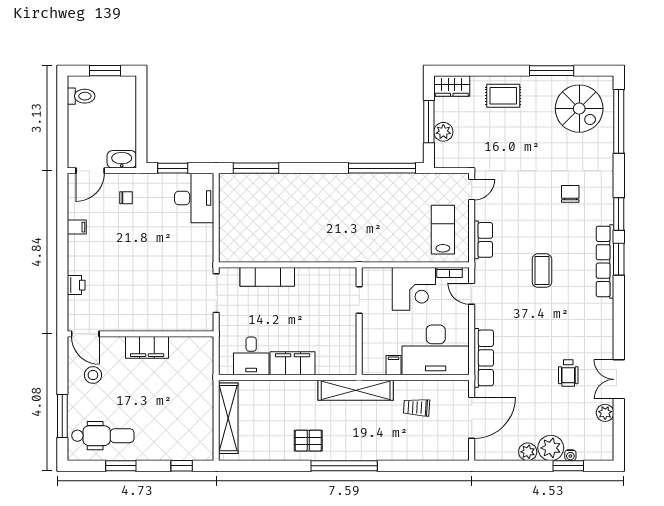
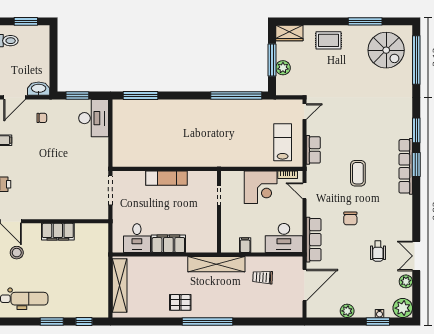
chair: (570, 194) -> (350, 218), moved, turned 180
exam couch: (267, 277) -> (166, 178), moved
desk: (436, 350) -> (284, 238), width x0.73, depth x0.77
plant: (551, 448) -> (403, 308), moved
window: (121, 466) -> (52, 322), moved

